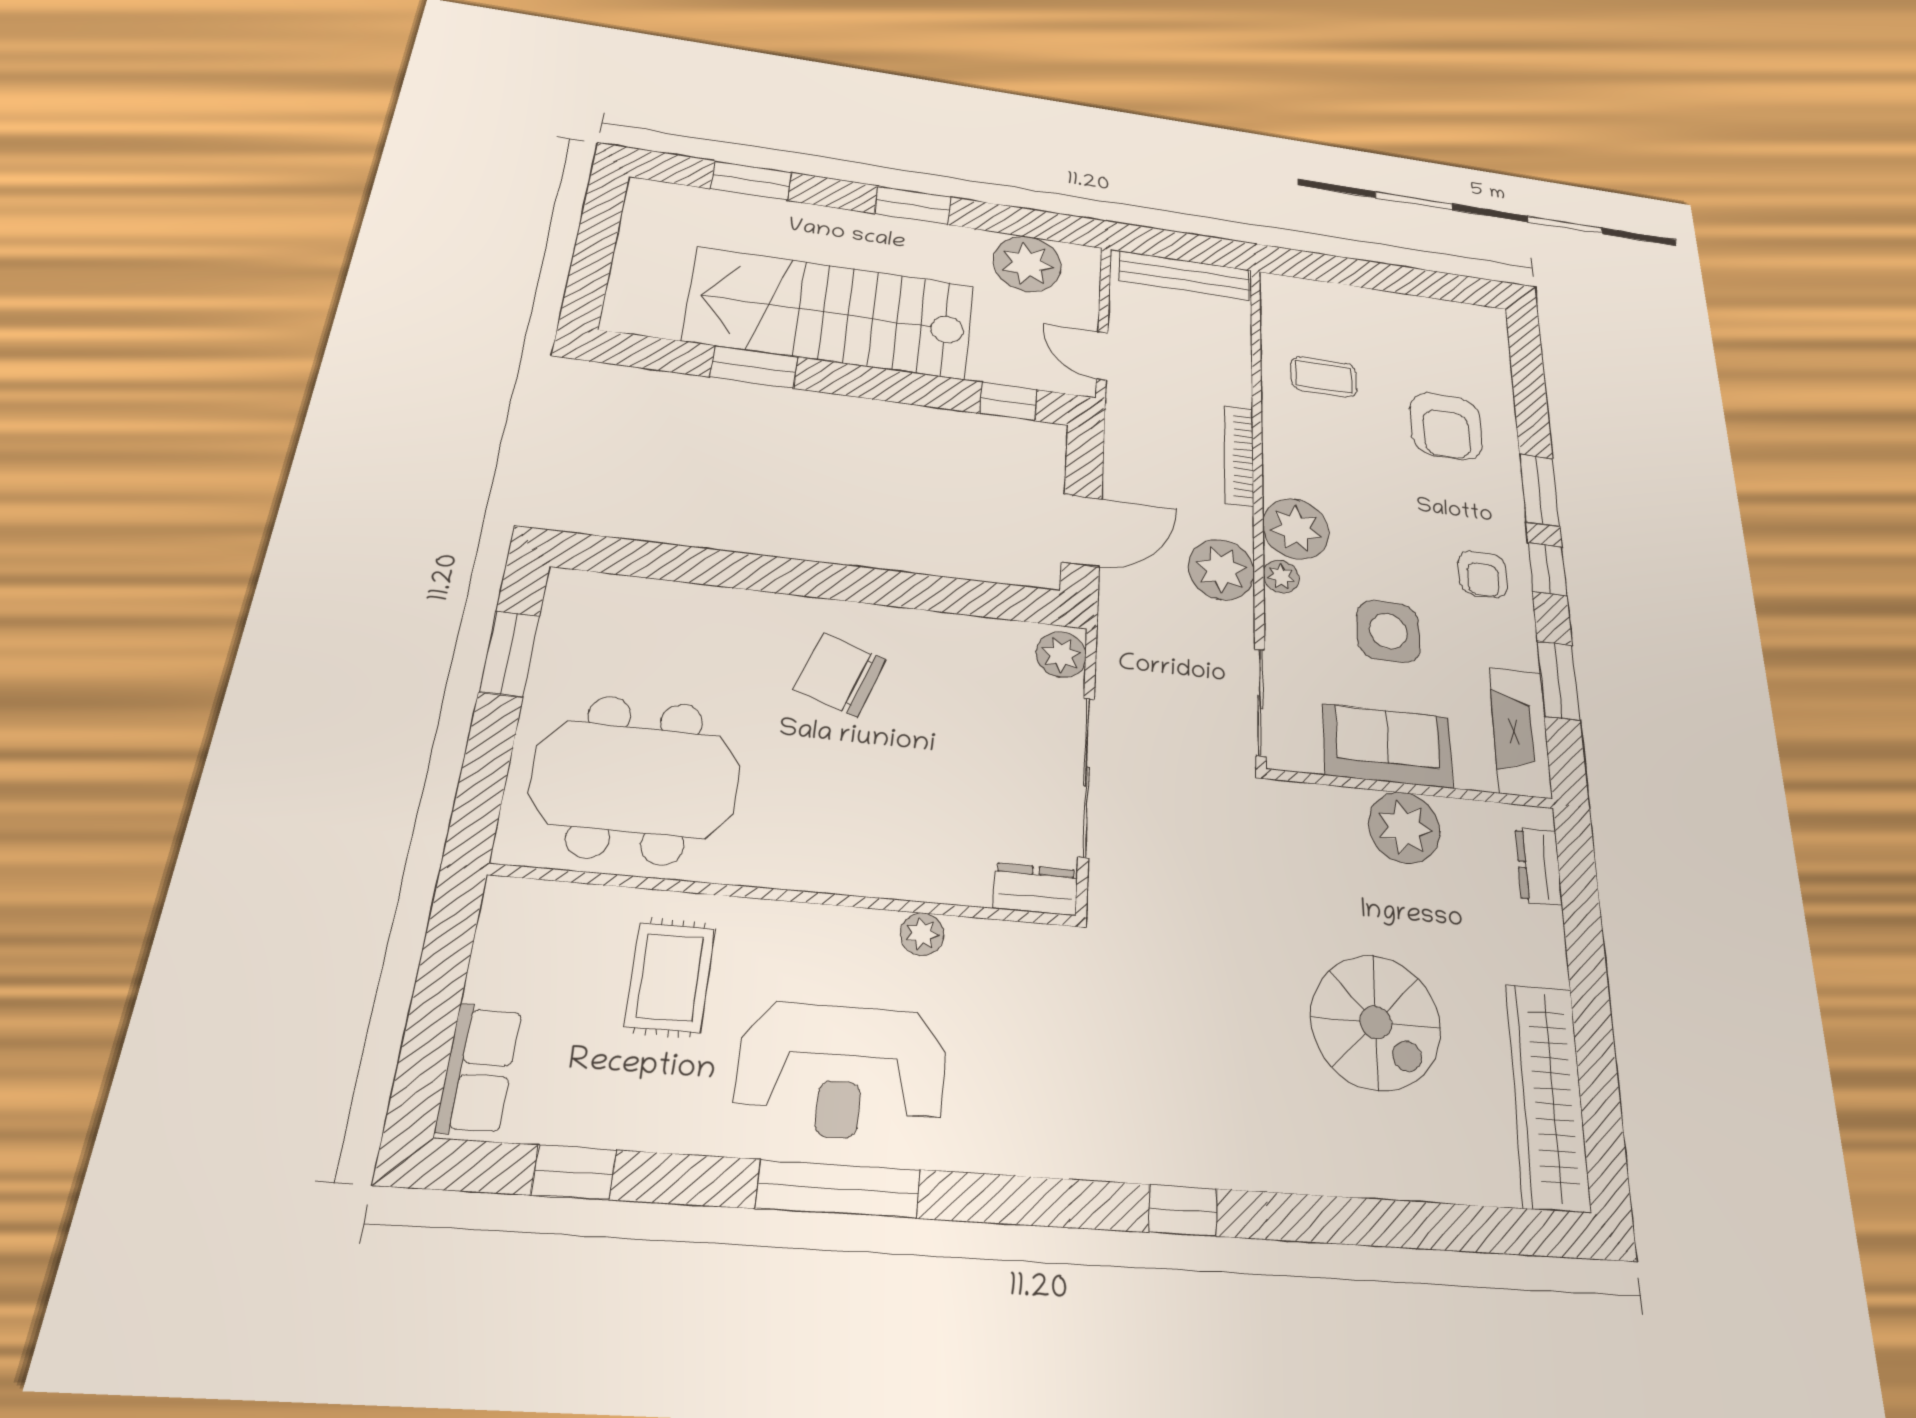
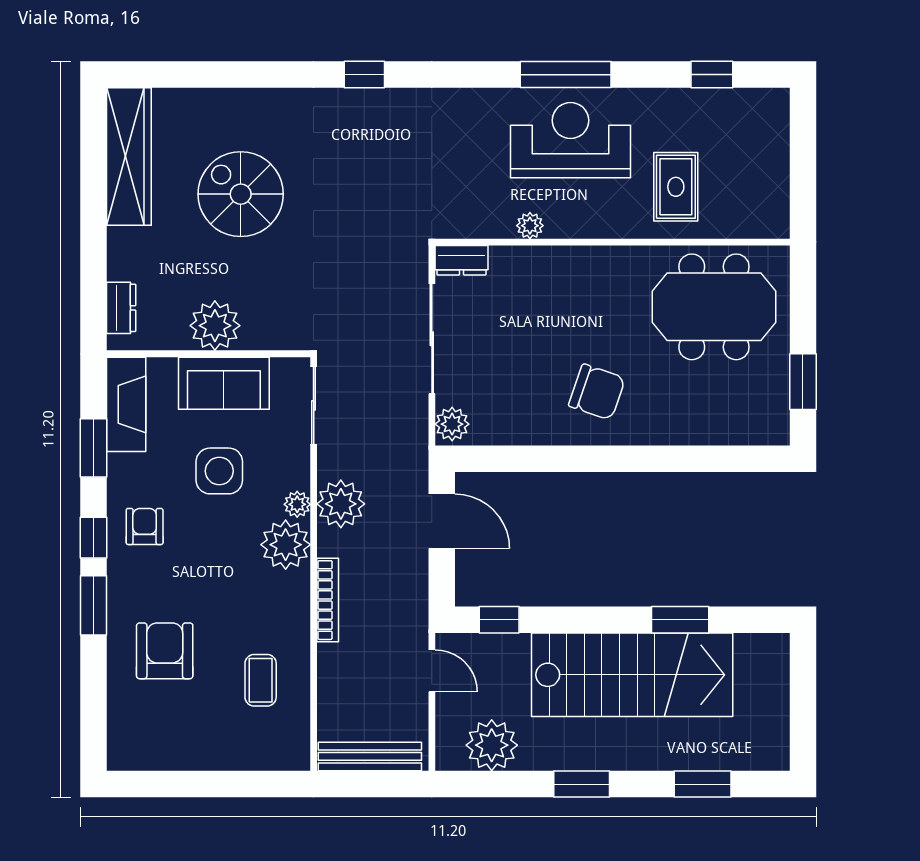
coffee table: (1324, 377) -> (261, 680), turned 90
door: (1082, 530) -> (442, 521), swing flipped
row of seats: (479, 1069) -> (773, 126), removed

